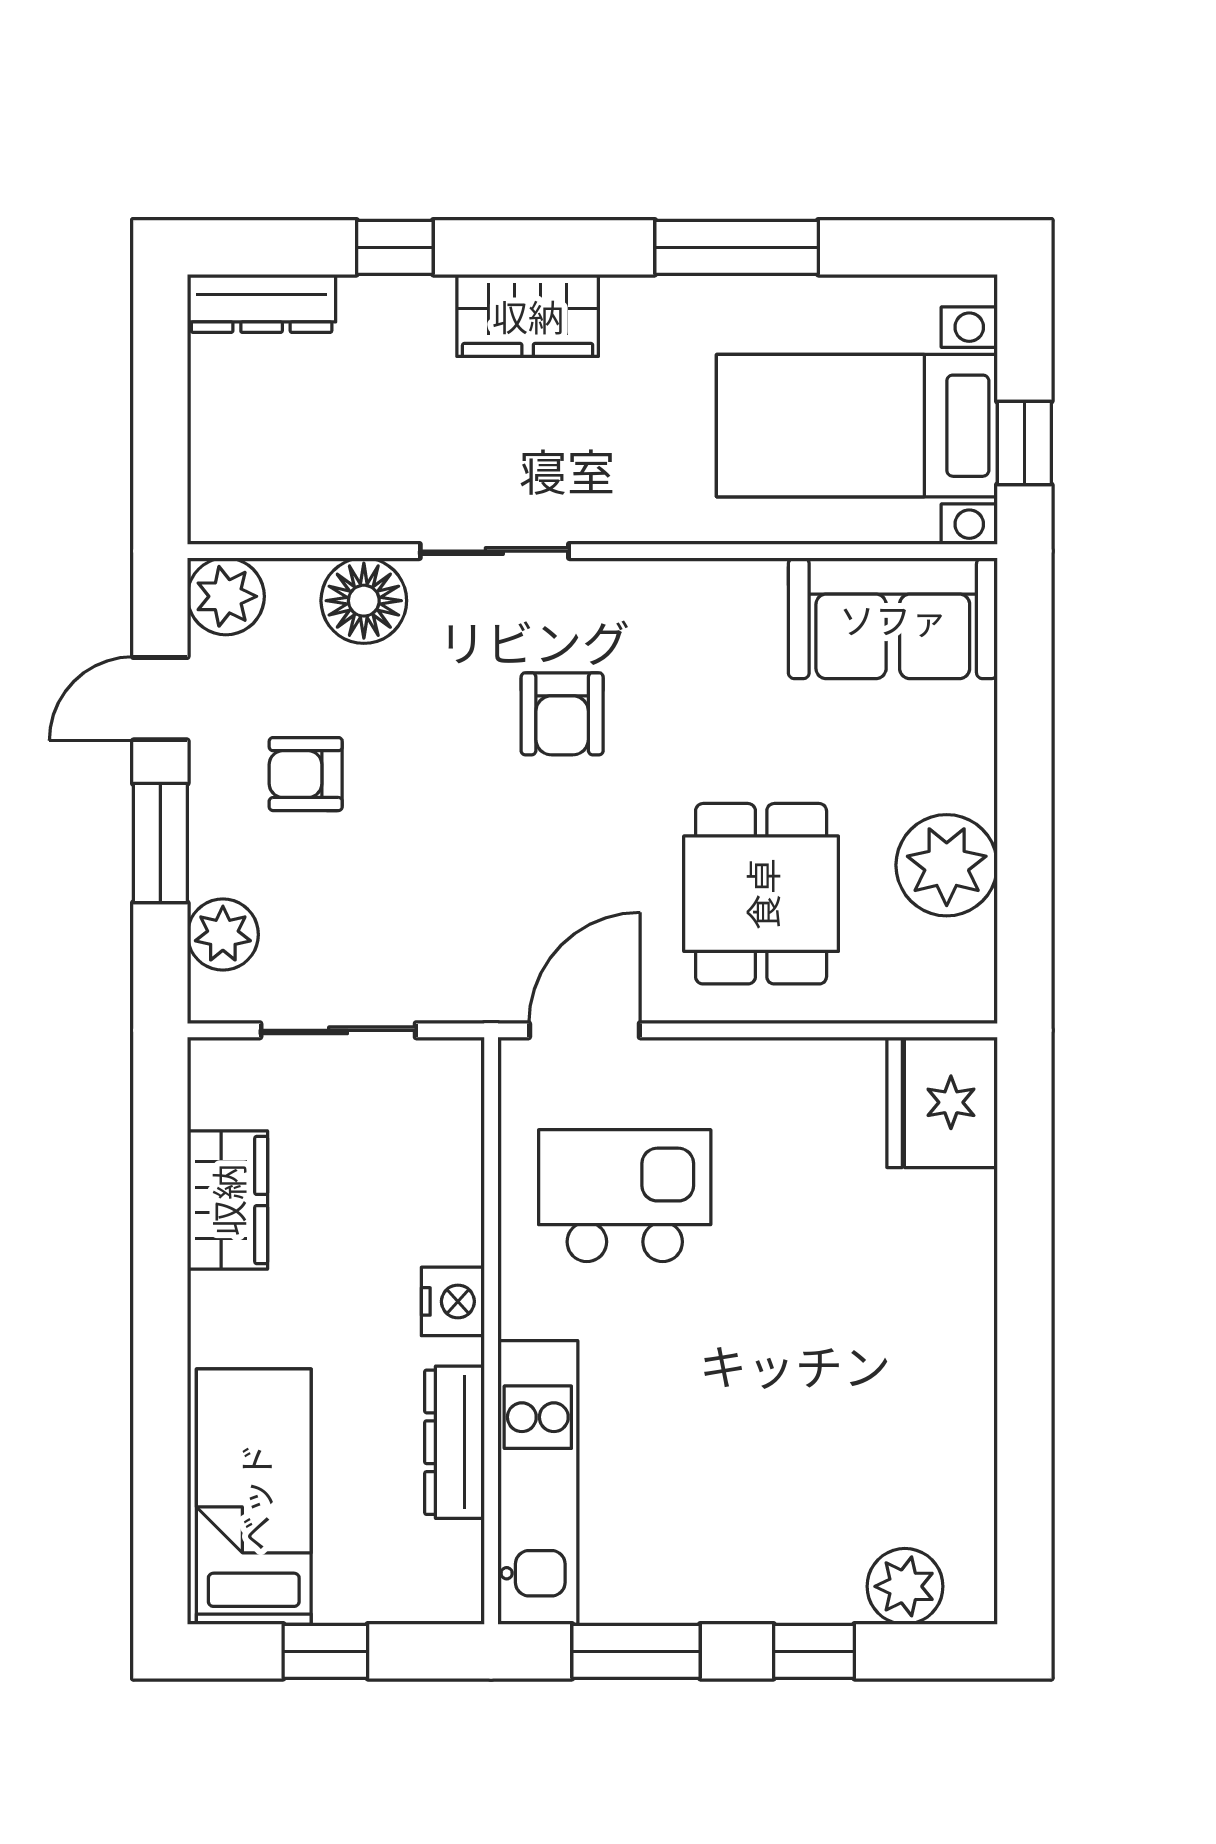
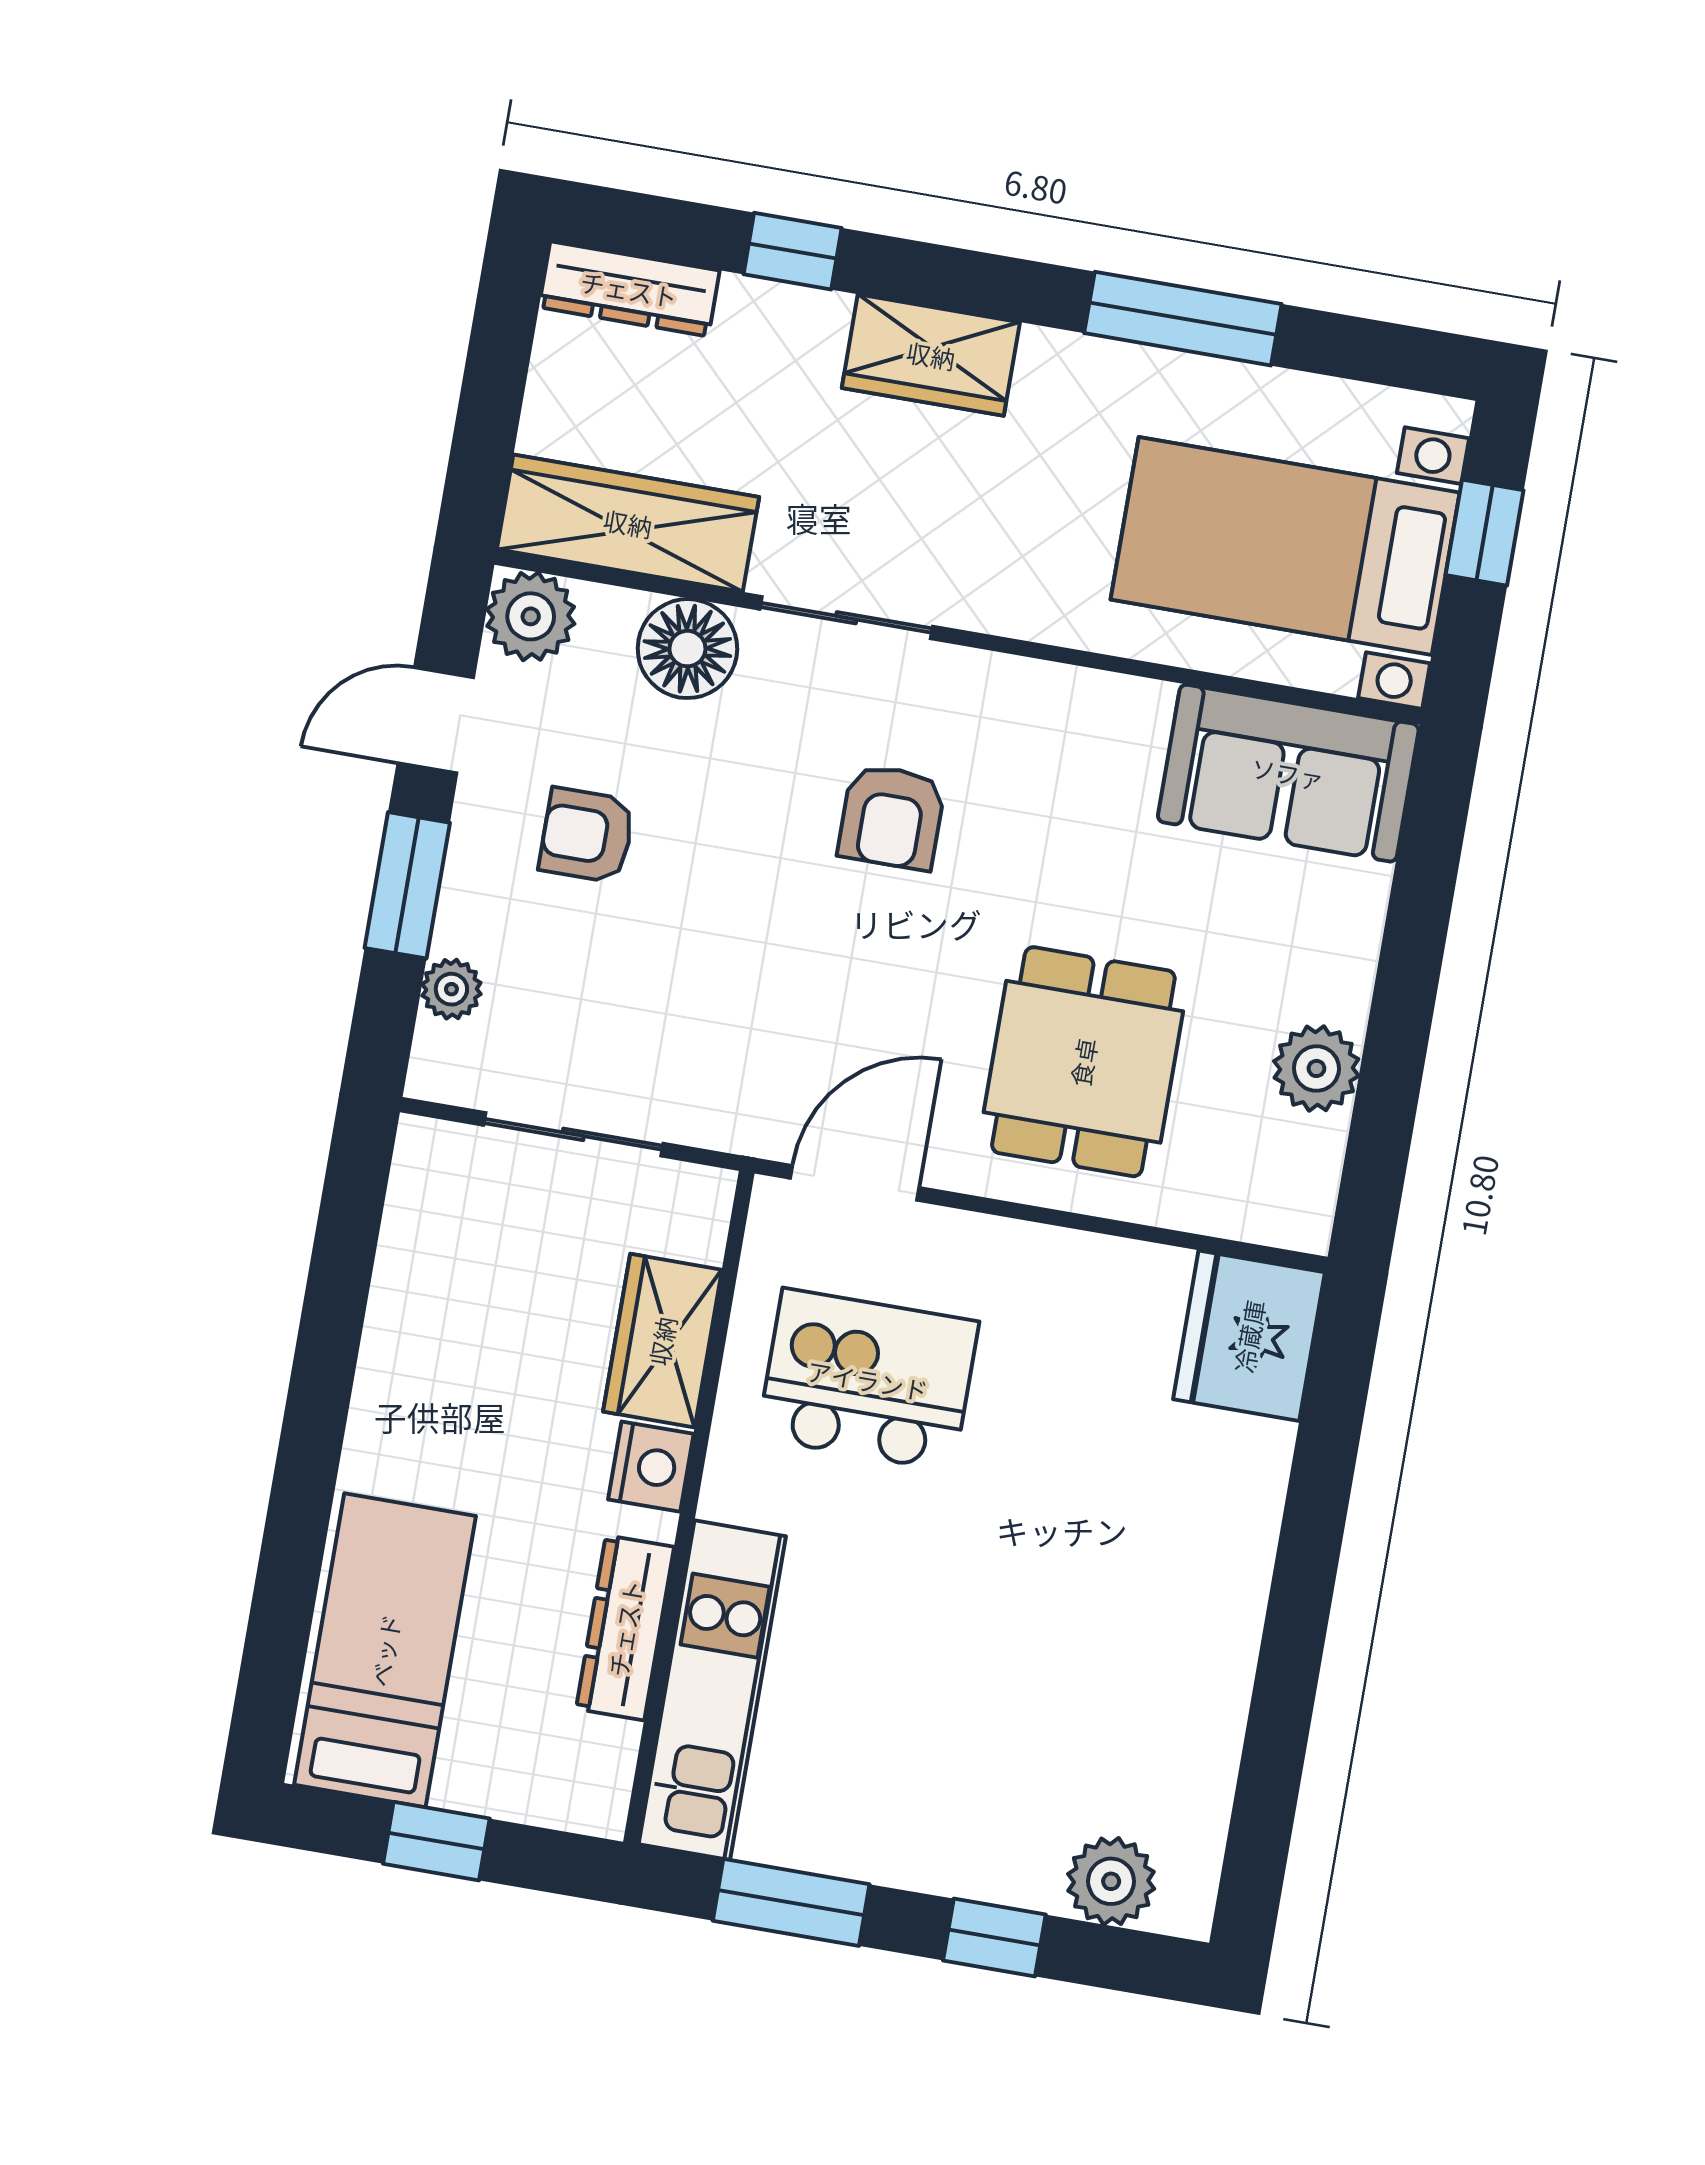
window: (1024, 443) -> (1484, 533), moved
wardrobe: (295, 503) -> (628, 523), added
plant: (947, 865) -> (1316, 1068), width x0.73, depth x0.73
plant: (223, 935) -> (451, 989), width x0.73, depth x0.73
wardrobe: (227, 1200) -> (662, 1341), moved, turned 180

